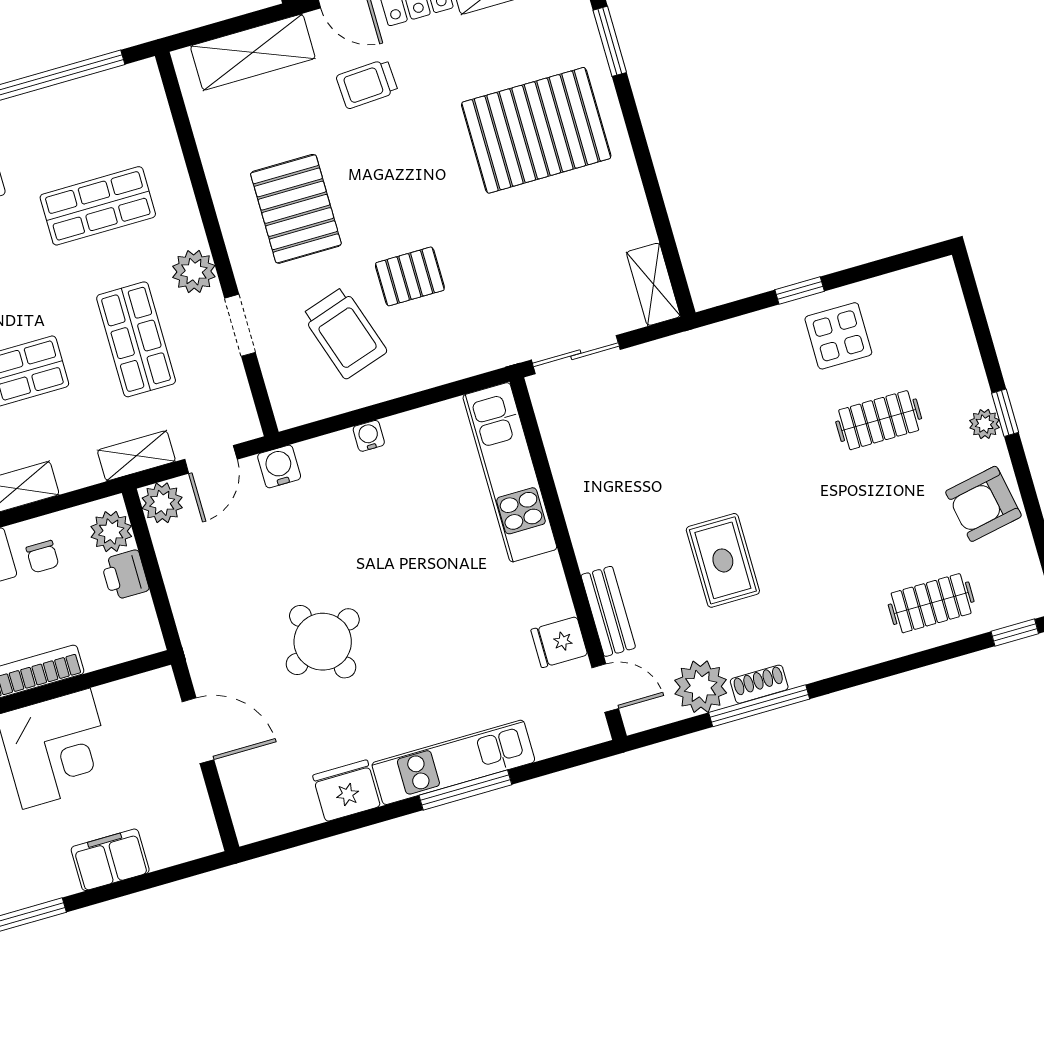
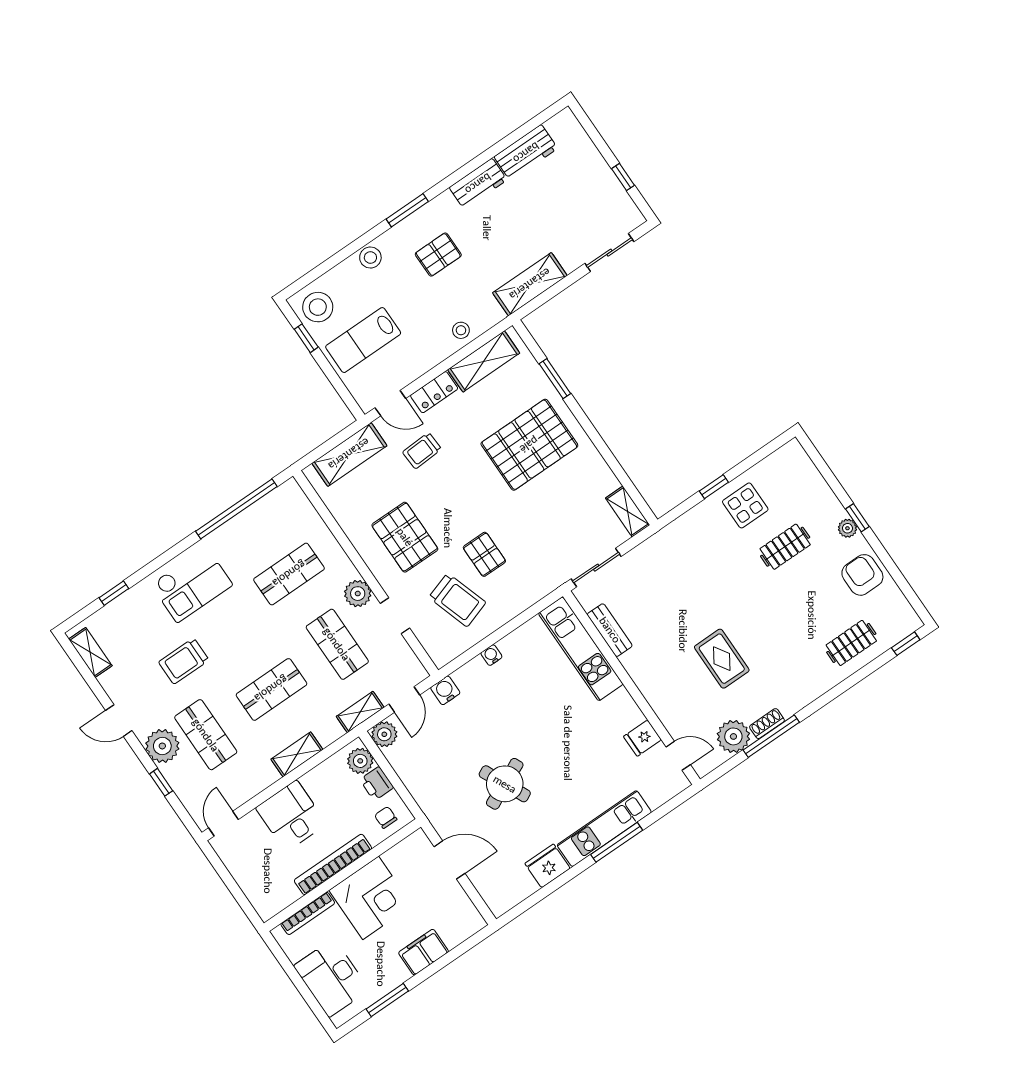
pallet: (410, 276) -> (484, 554), turned 90
armchair: (983, 504) -> (862, 575), turned 101
chair: (42, 557) -> (386, 817), moved, turned 180
bench: (608, 611) -> (610, 630), moved

